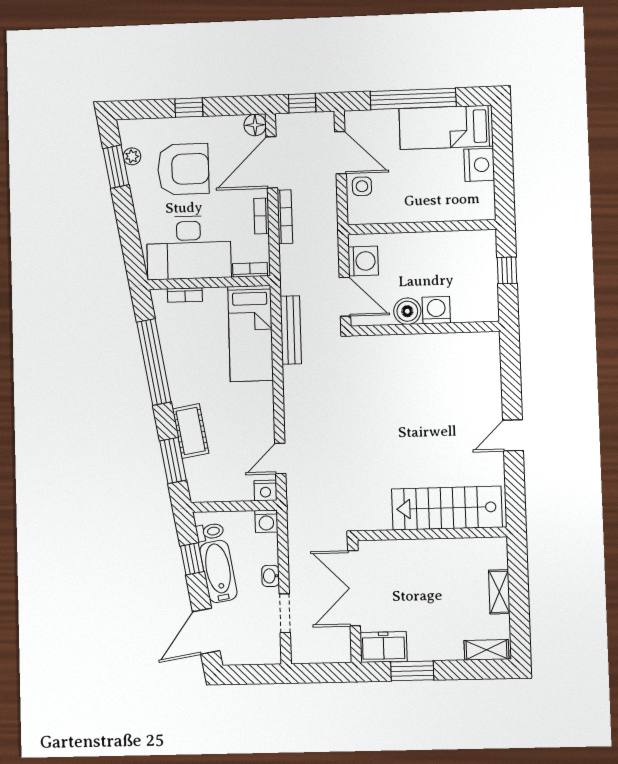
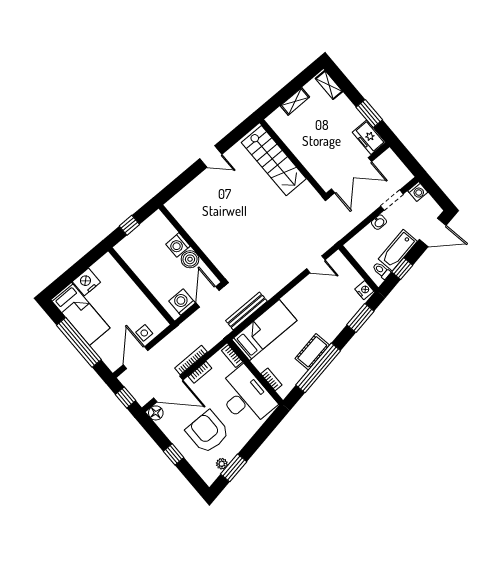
cot: (191, 431) -> (312, 352), moved
nightstand: (265, 490) -> (364, 290), moved
washing machine: (266, 521) -> (418, 191), moved, turned 90

